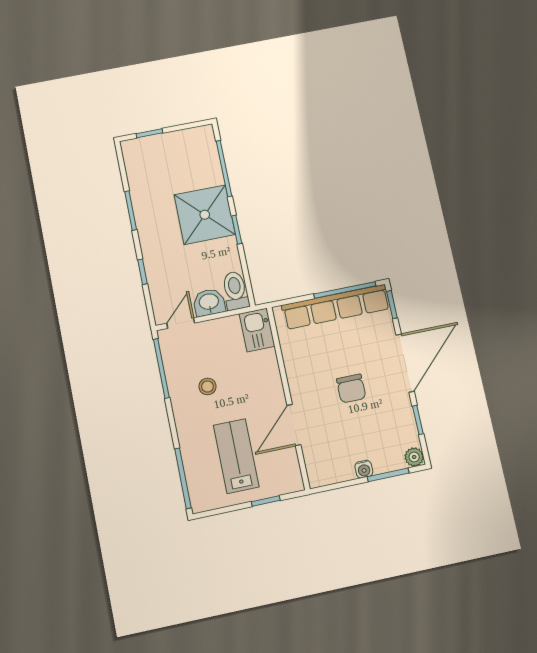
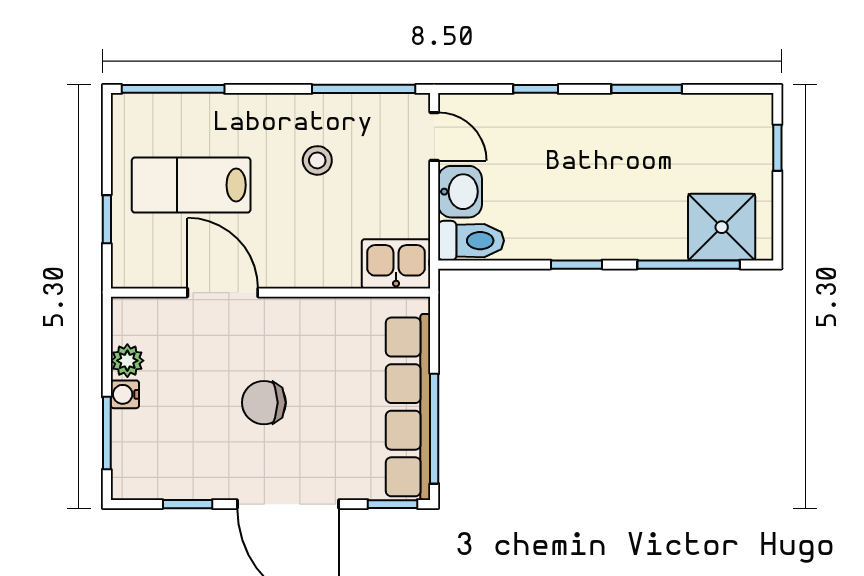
shower: (205, 215) -> (722, 227), moved, width x0.73, depth x0.73
lab bench: (236, 456) -> (191, 185), turned 180
plant: (414, 457) -> (127, 361), moved

